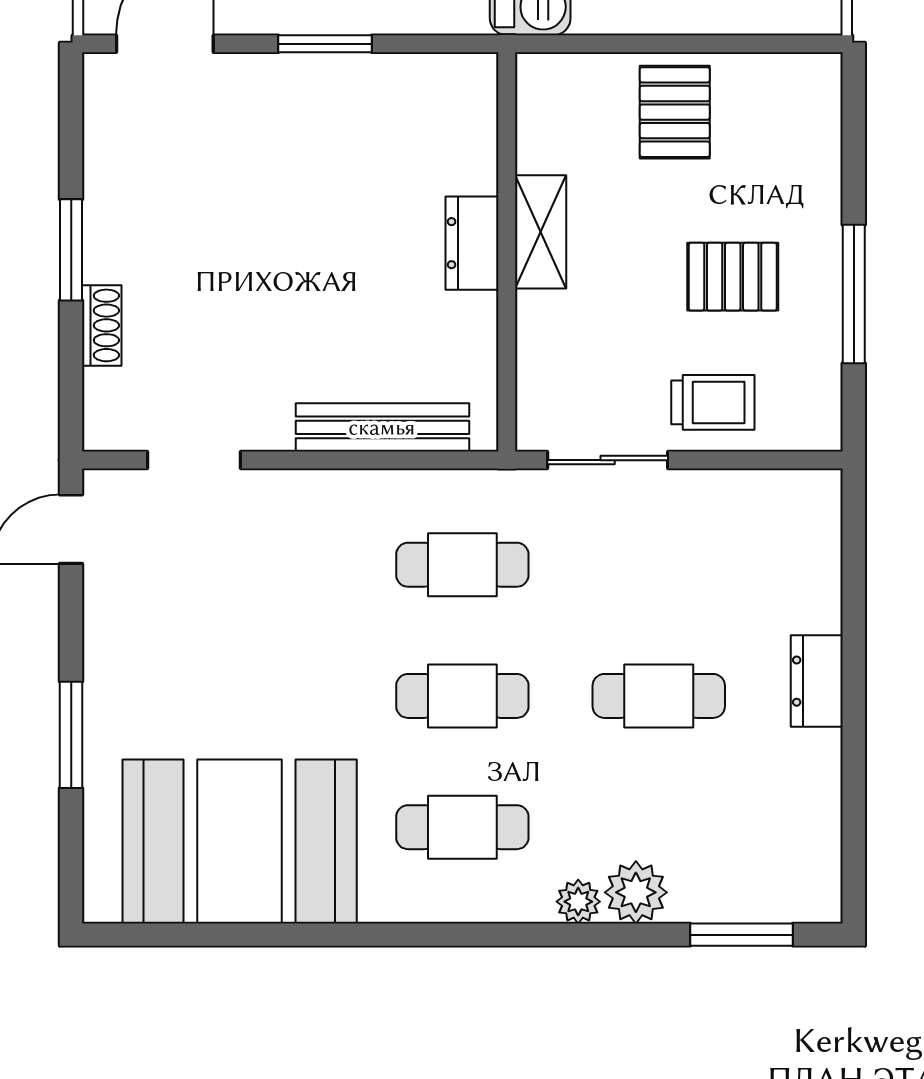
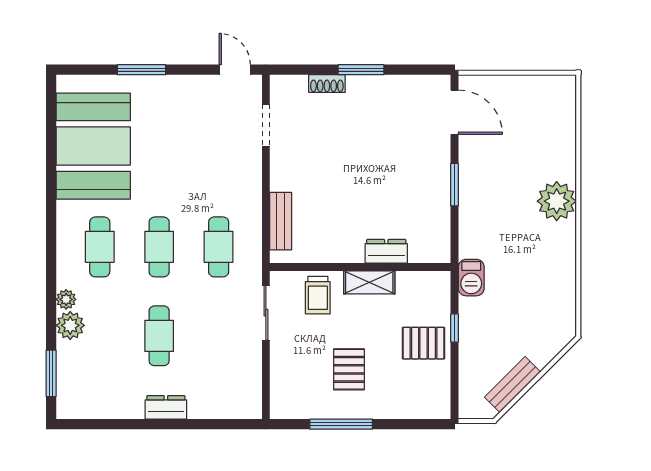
window: (642, 44) -> (454, 328), added
dresser: (472, 243) -> (386, 251), moved
trolley: (713, 402) -> (318, 295), moved
bench: (382, 427) -> (281, 221), width x0.73

